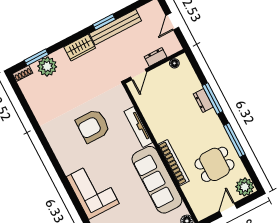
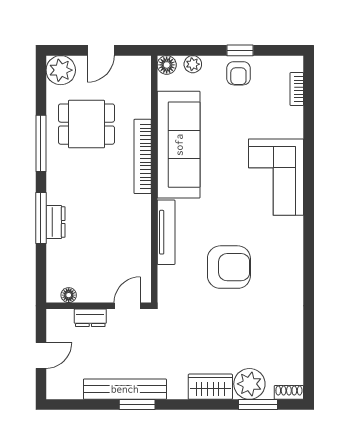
wardrobe: (80, 48) -> (210, 387), moved

